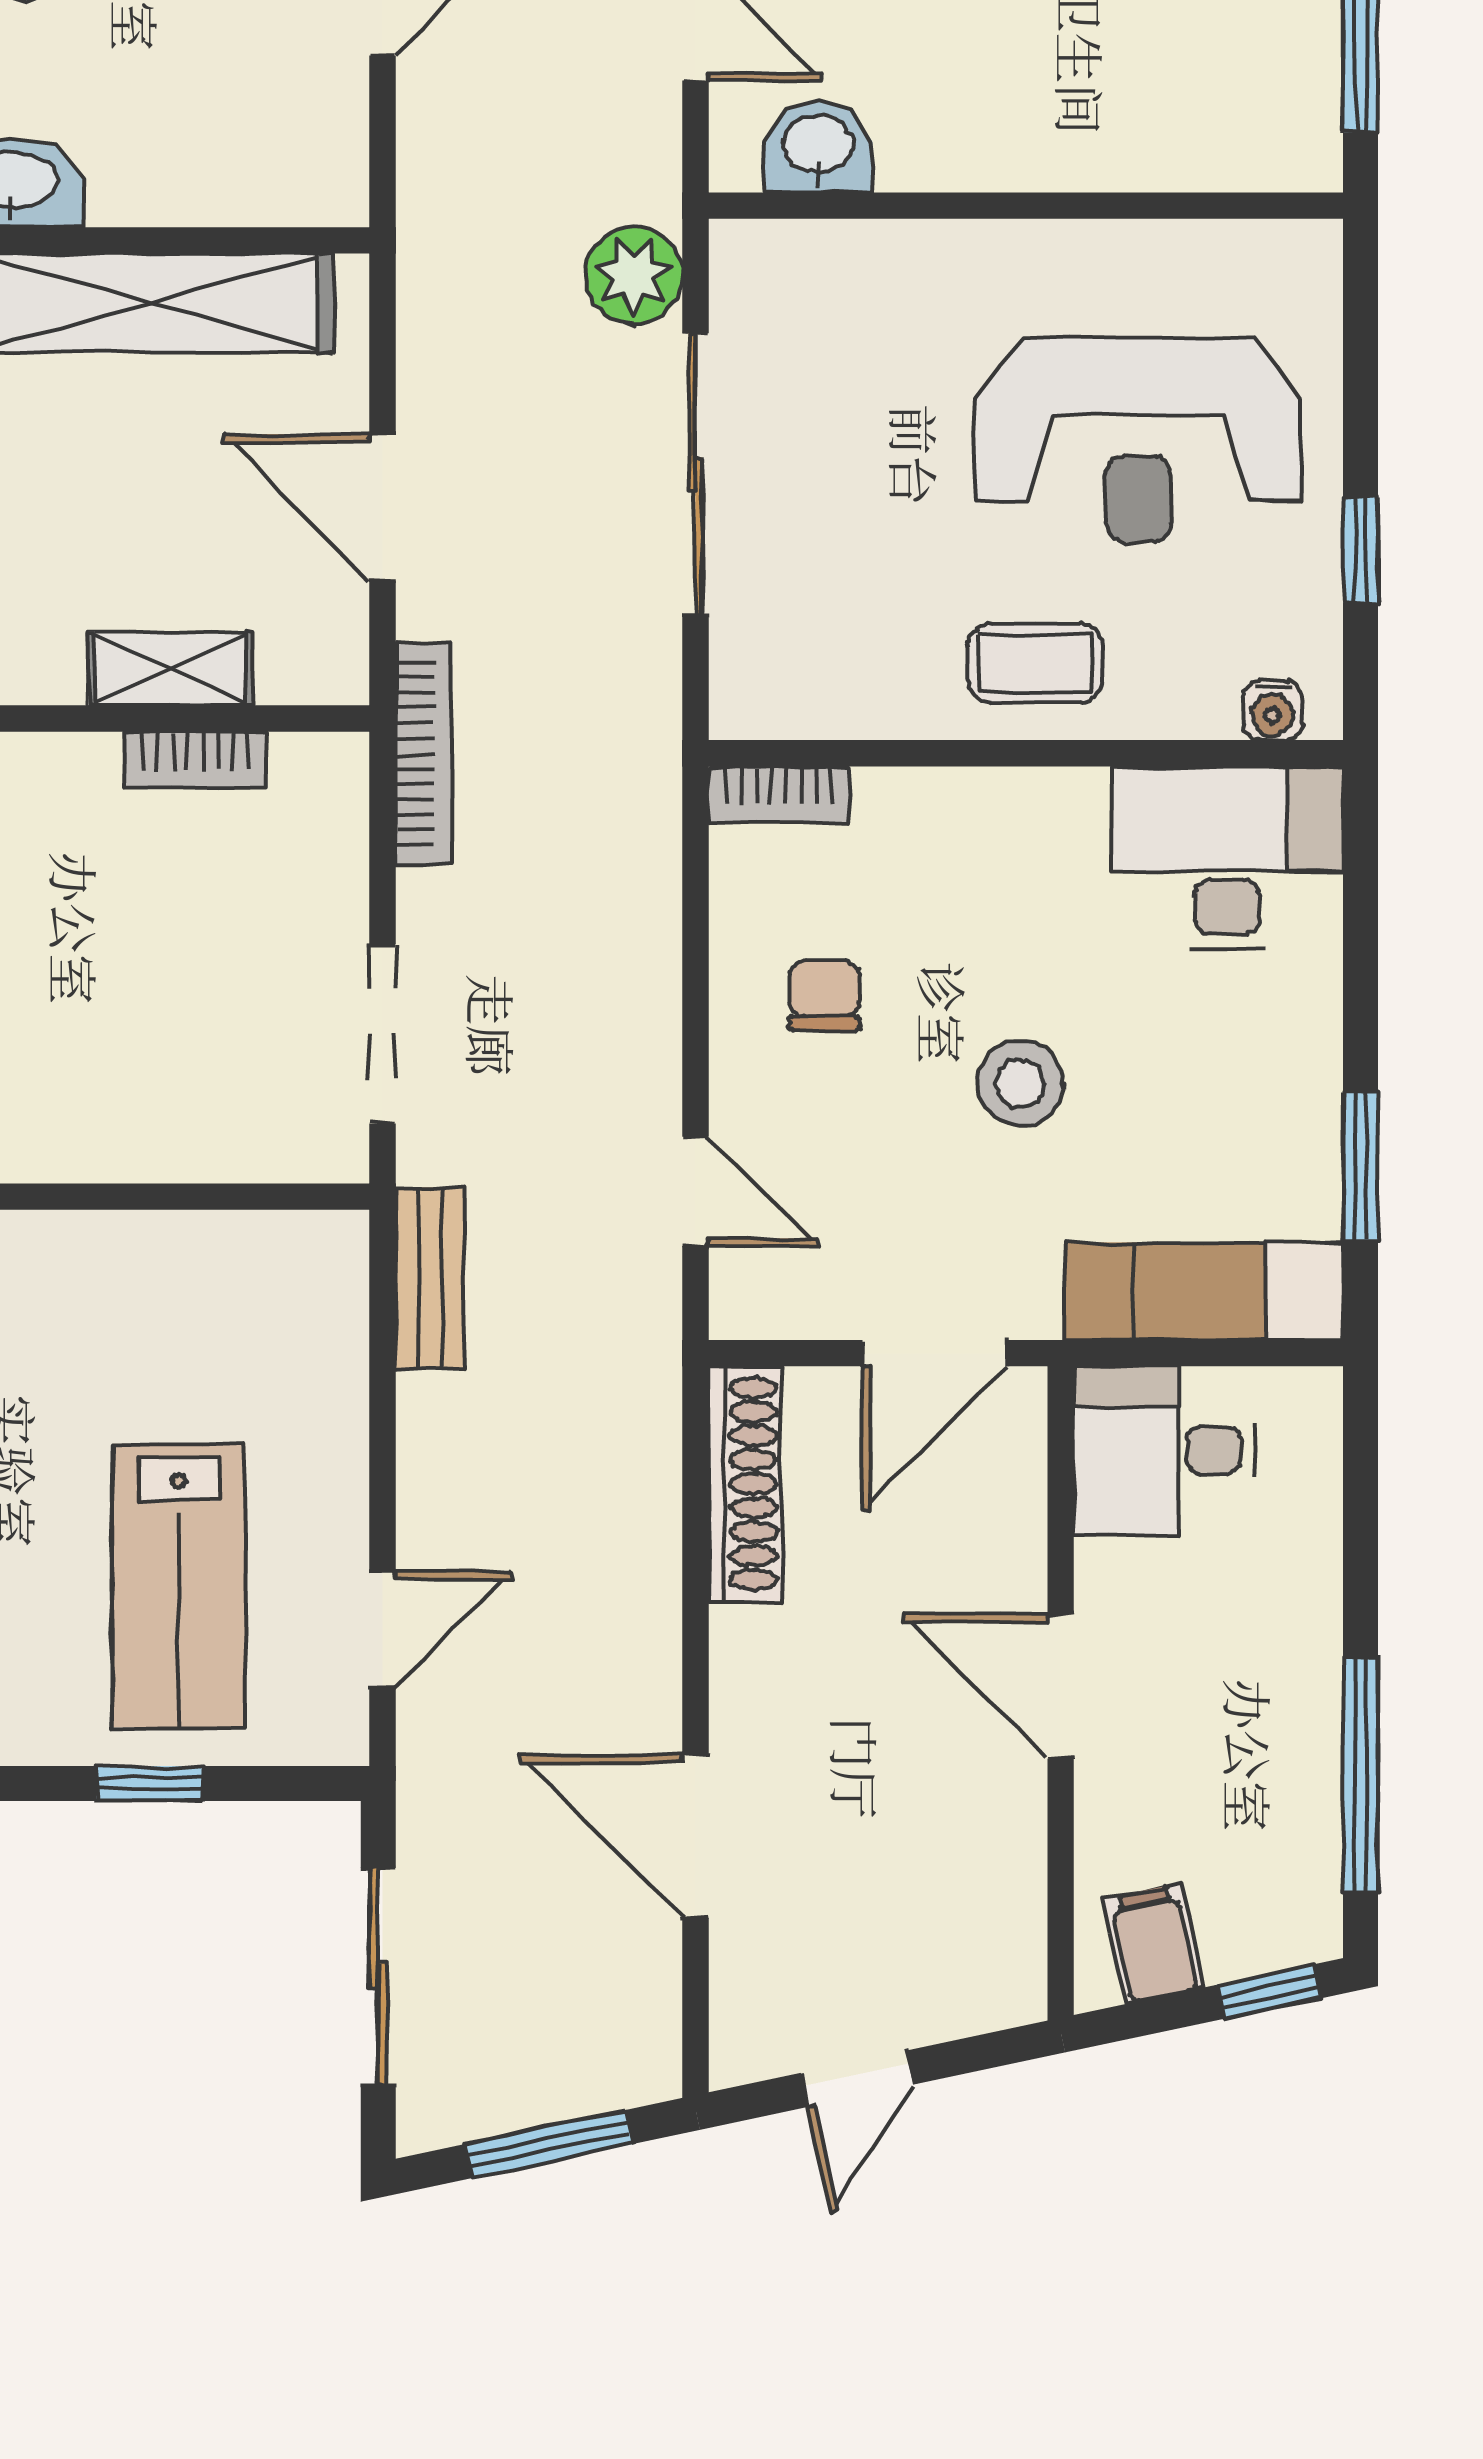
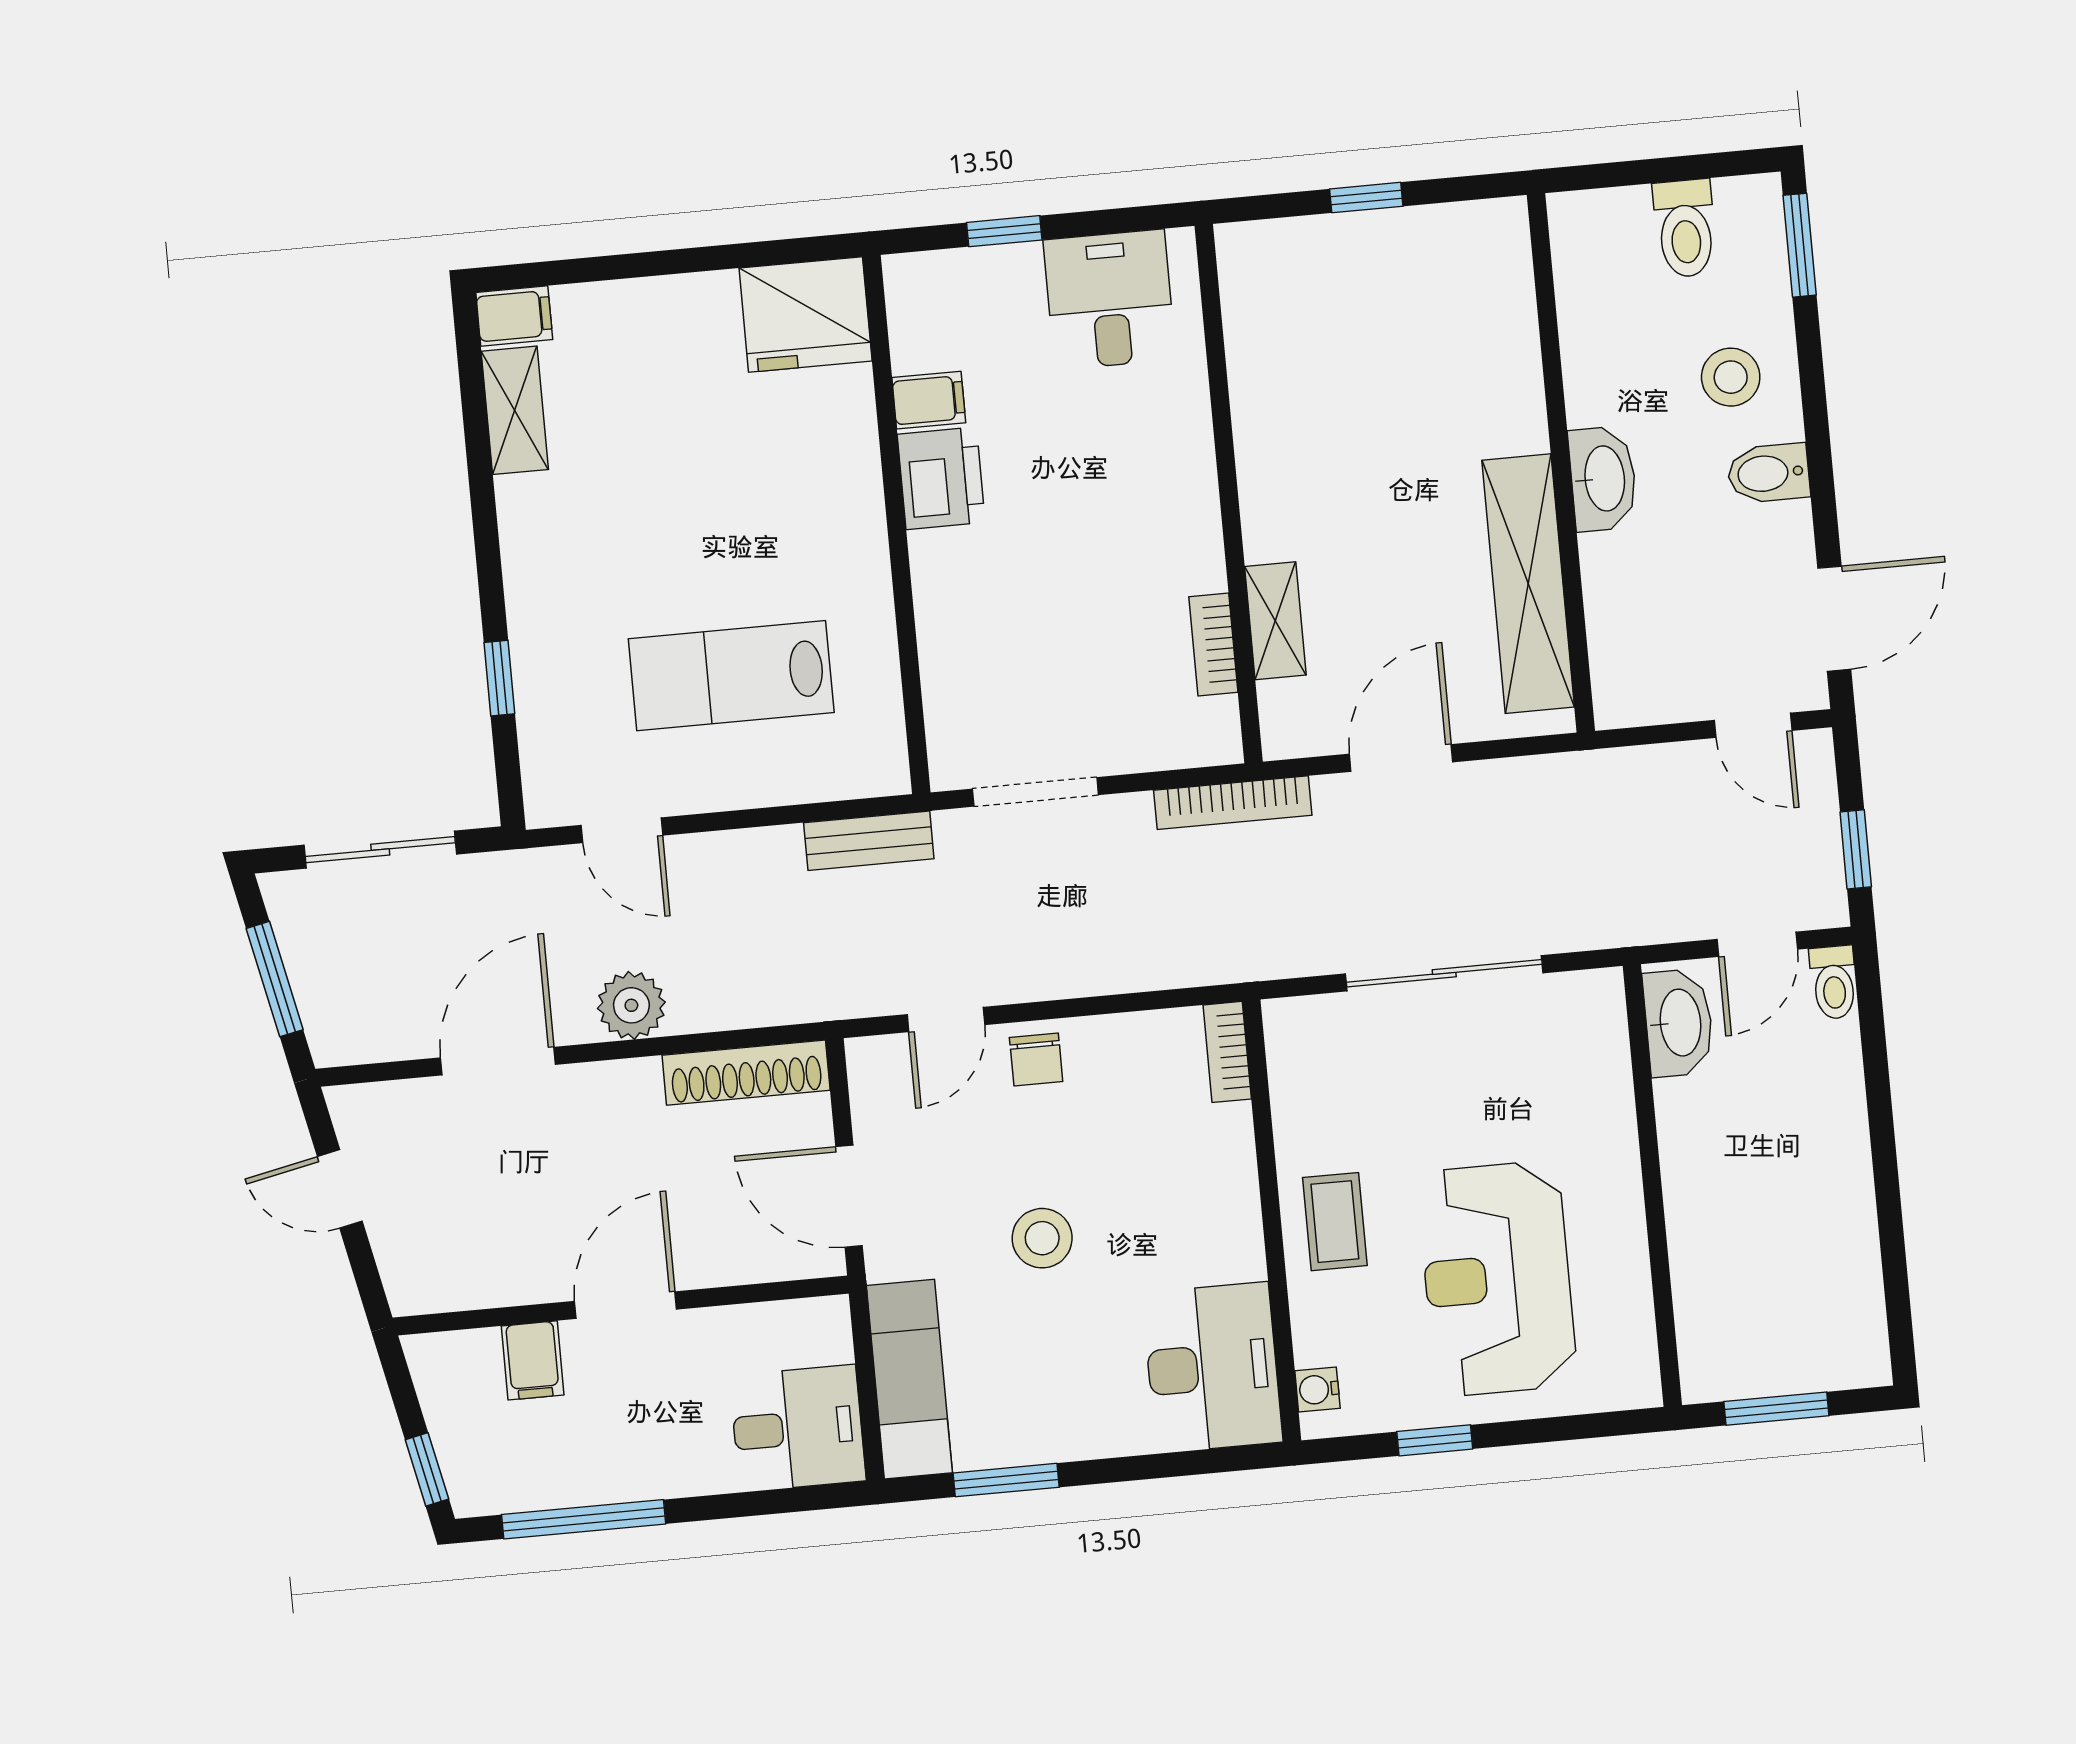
washbasin: (818, 146) -> (1679, 1023), width x1.38
plant: (634, 275) -> (631, 1005), moved
chair: (824, 995) -> (1036, 1059), moved, turned 90
desk: (1164, 1450) -> (798, 1428), moved, turned 90
lab bench: (179, 1586) -> (731, 676), moved
filing cabinet: (1153, 1943) -> (533, 1360), moved, turned 102

